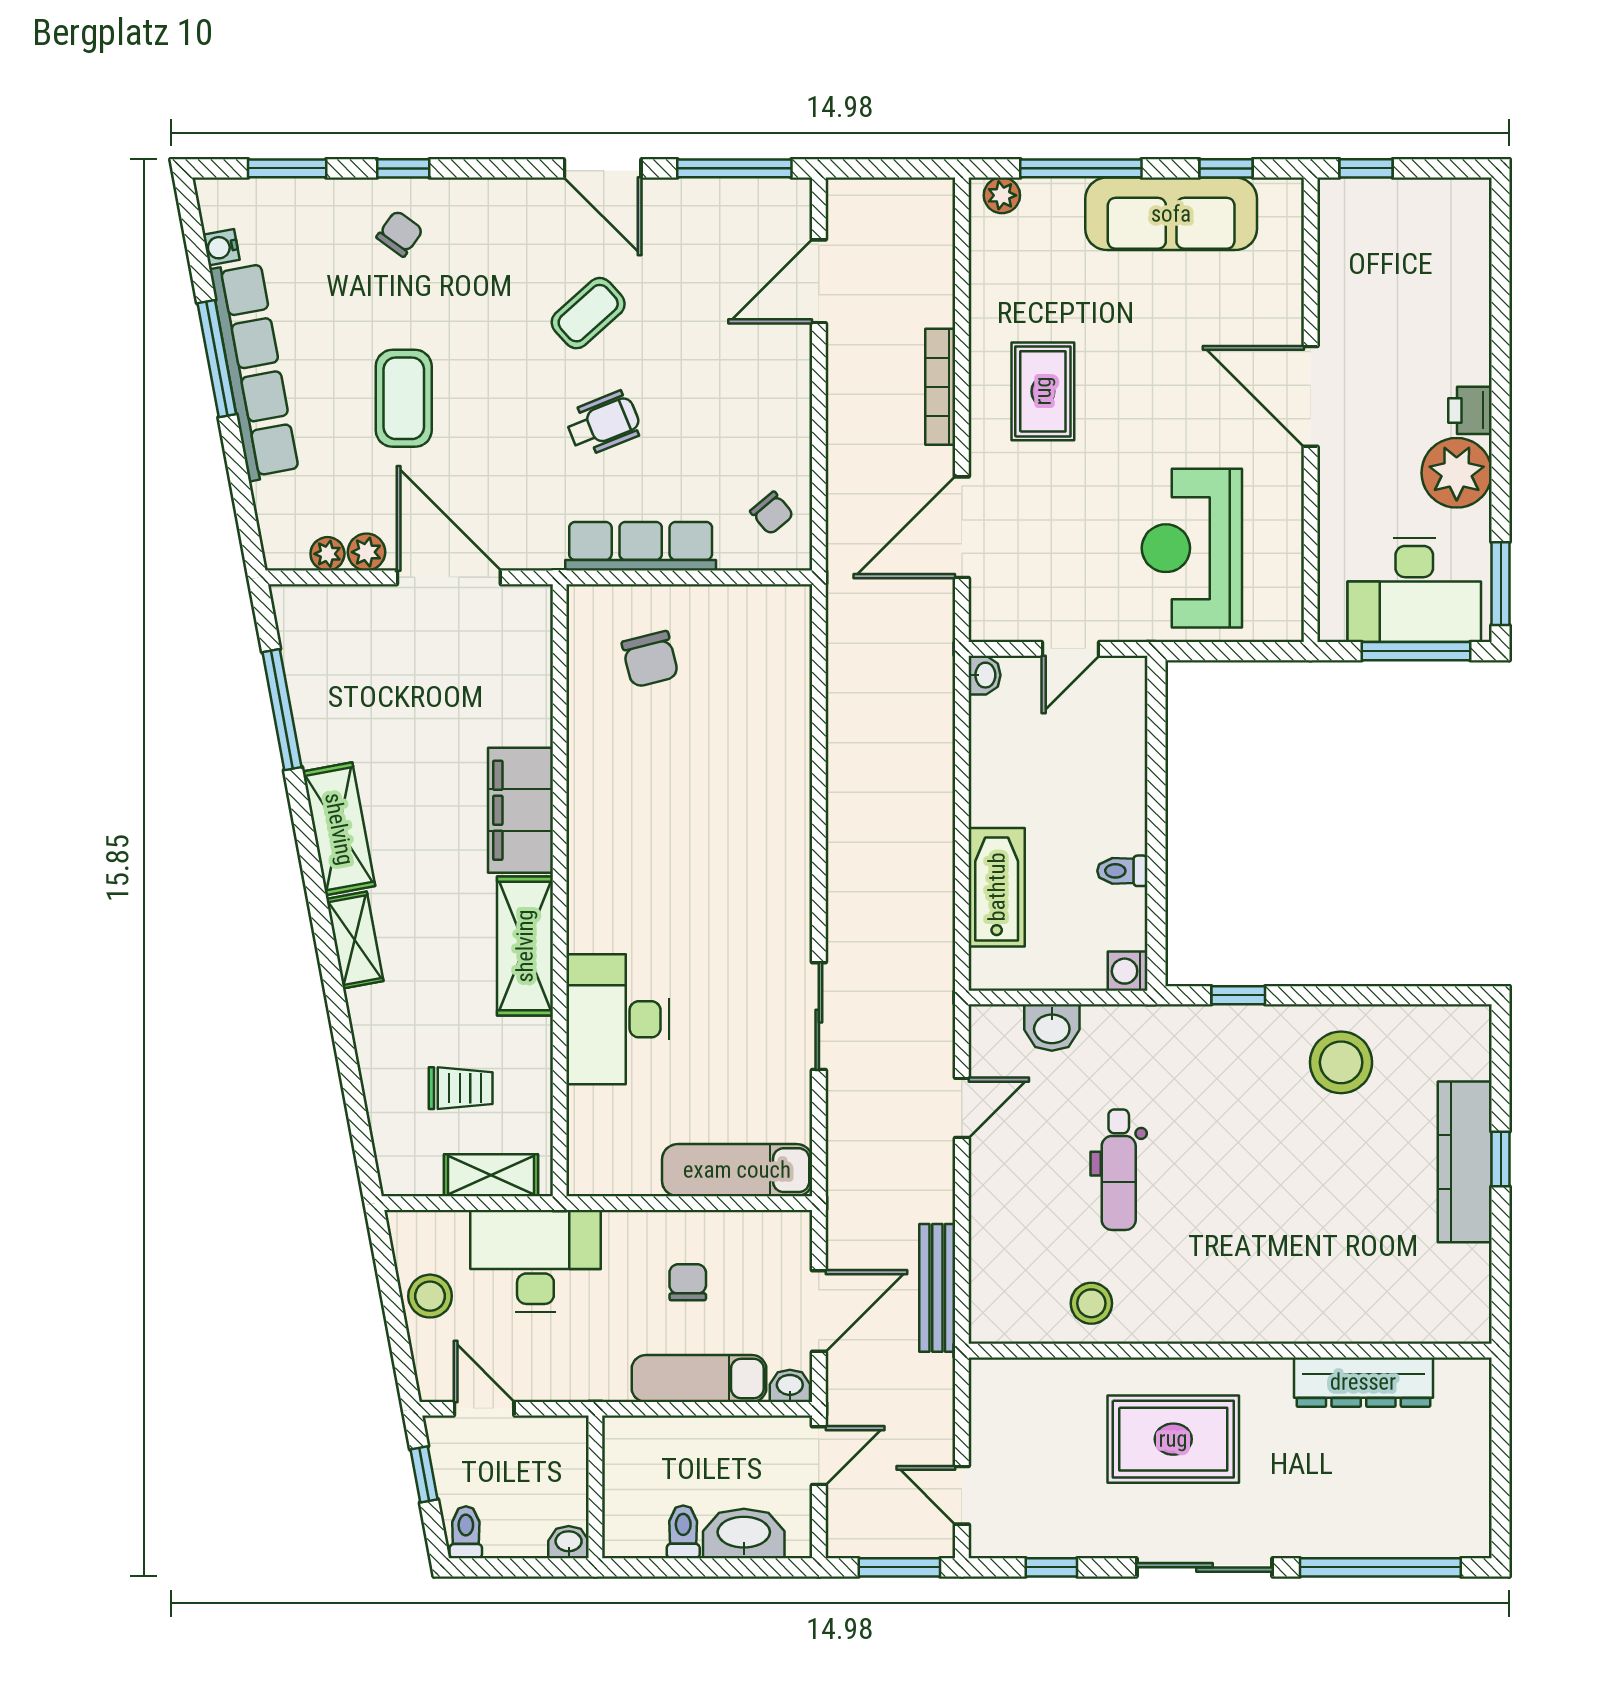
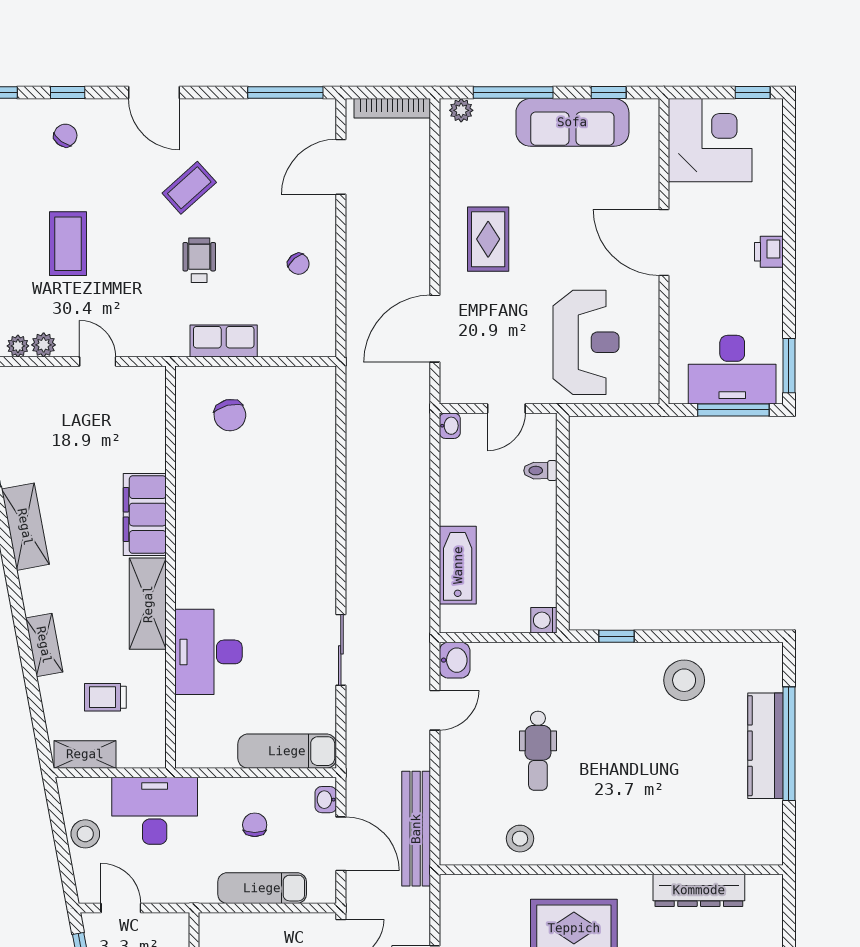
door: (603, 168) -> (154, 93), moved
window: (1366, 168) -> (753, 93), moved
corner desk: (1381, 241) -> (710, 140), added
bookcase: (940, 387) -> (392, 108), moved, turned -90
wheelchair: (603, 424) -> (199, 260), turned -68
plant: (1457, 473) -> (760, 293), removed
chair: (772, 513) -> (298, 264), moved
row of seats: (641, 546) -> (224, 341), width x0.68
reception desk: (1192, 548) -> (586, 342), turned 180
door: (449, 577) -> (98, 361), width x0.53
toilet: (1122, 871) -> (540, 471), moved
shelving: (355, 940) -> (44, 645), moved
washbasin: (1052, 1028) -> (455, 660), moved, turned -90
trolley: (461, 1088) -> (105, 697), turned 180
window: (1501, 1159) -> (789, 744), width x3.17
shelving: (491, 1175) -> (85, 754), moved
bench: (937, 1288) -> (416, 829), width x1.37, depth x1.21
door: (819, 1311) -> (341, 844), hinge flipped
washbasin: (790, 1386) -> (326, 800), moved, turned -90

